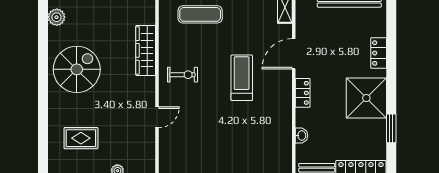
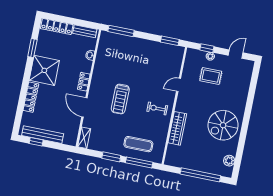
locker: (379, 53) -> (31, 97), width x1.53
door: (294, 54) -> (84, 107), swing flipped
rug: (81, 138) -> (211, 76), moved

